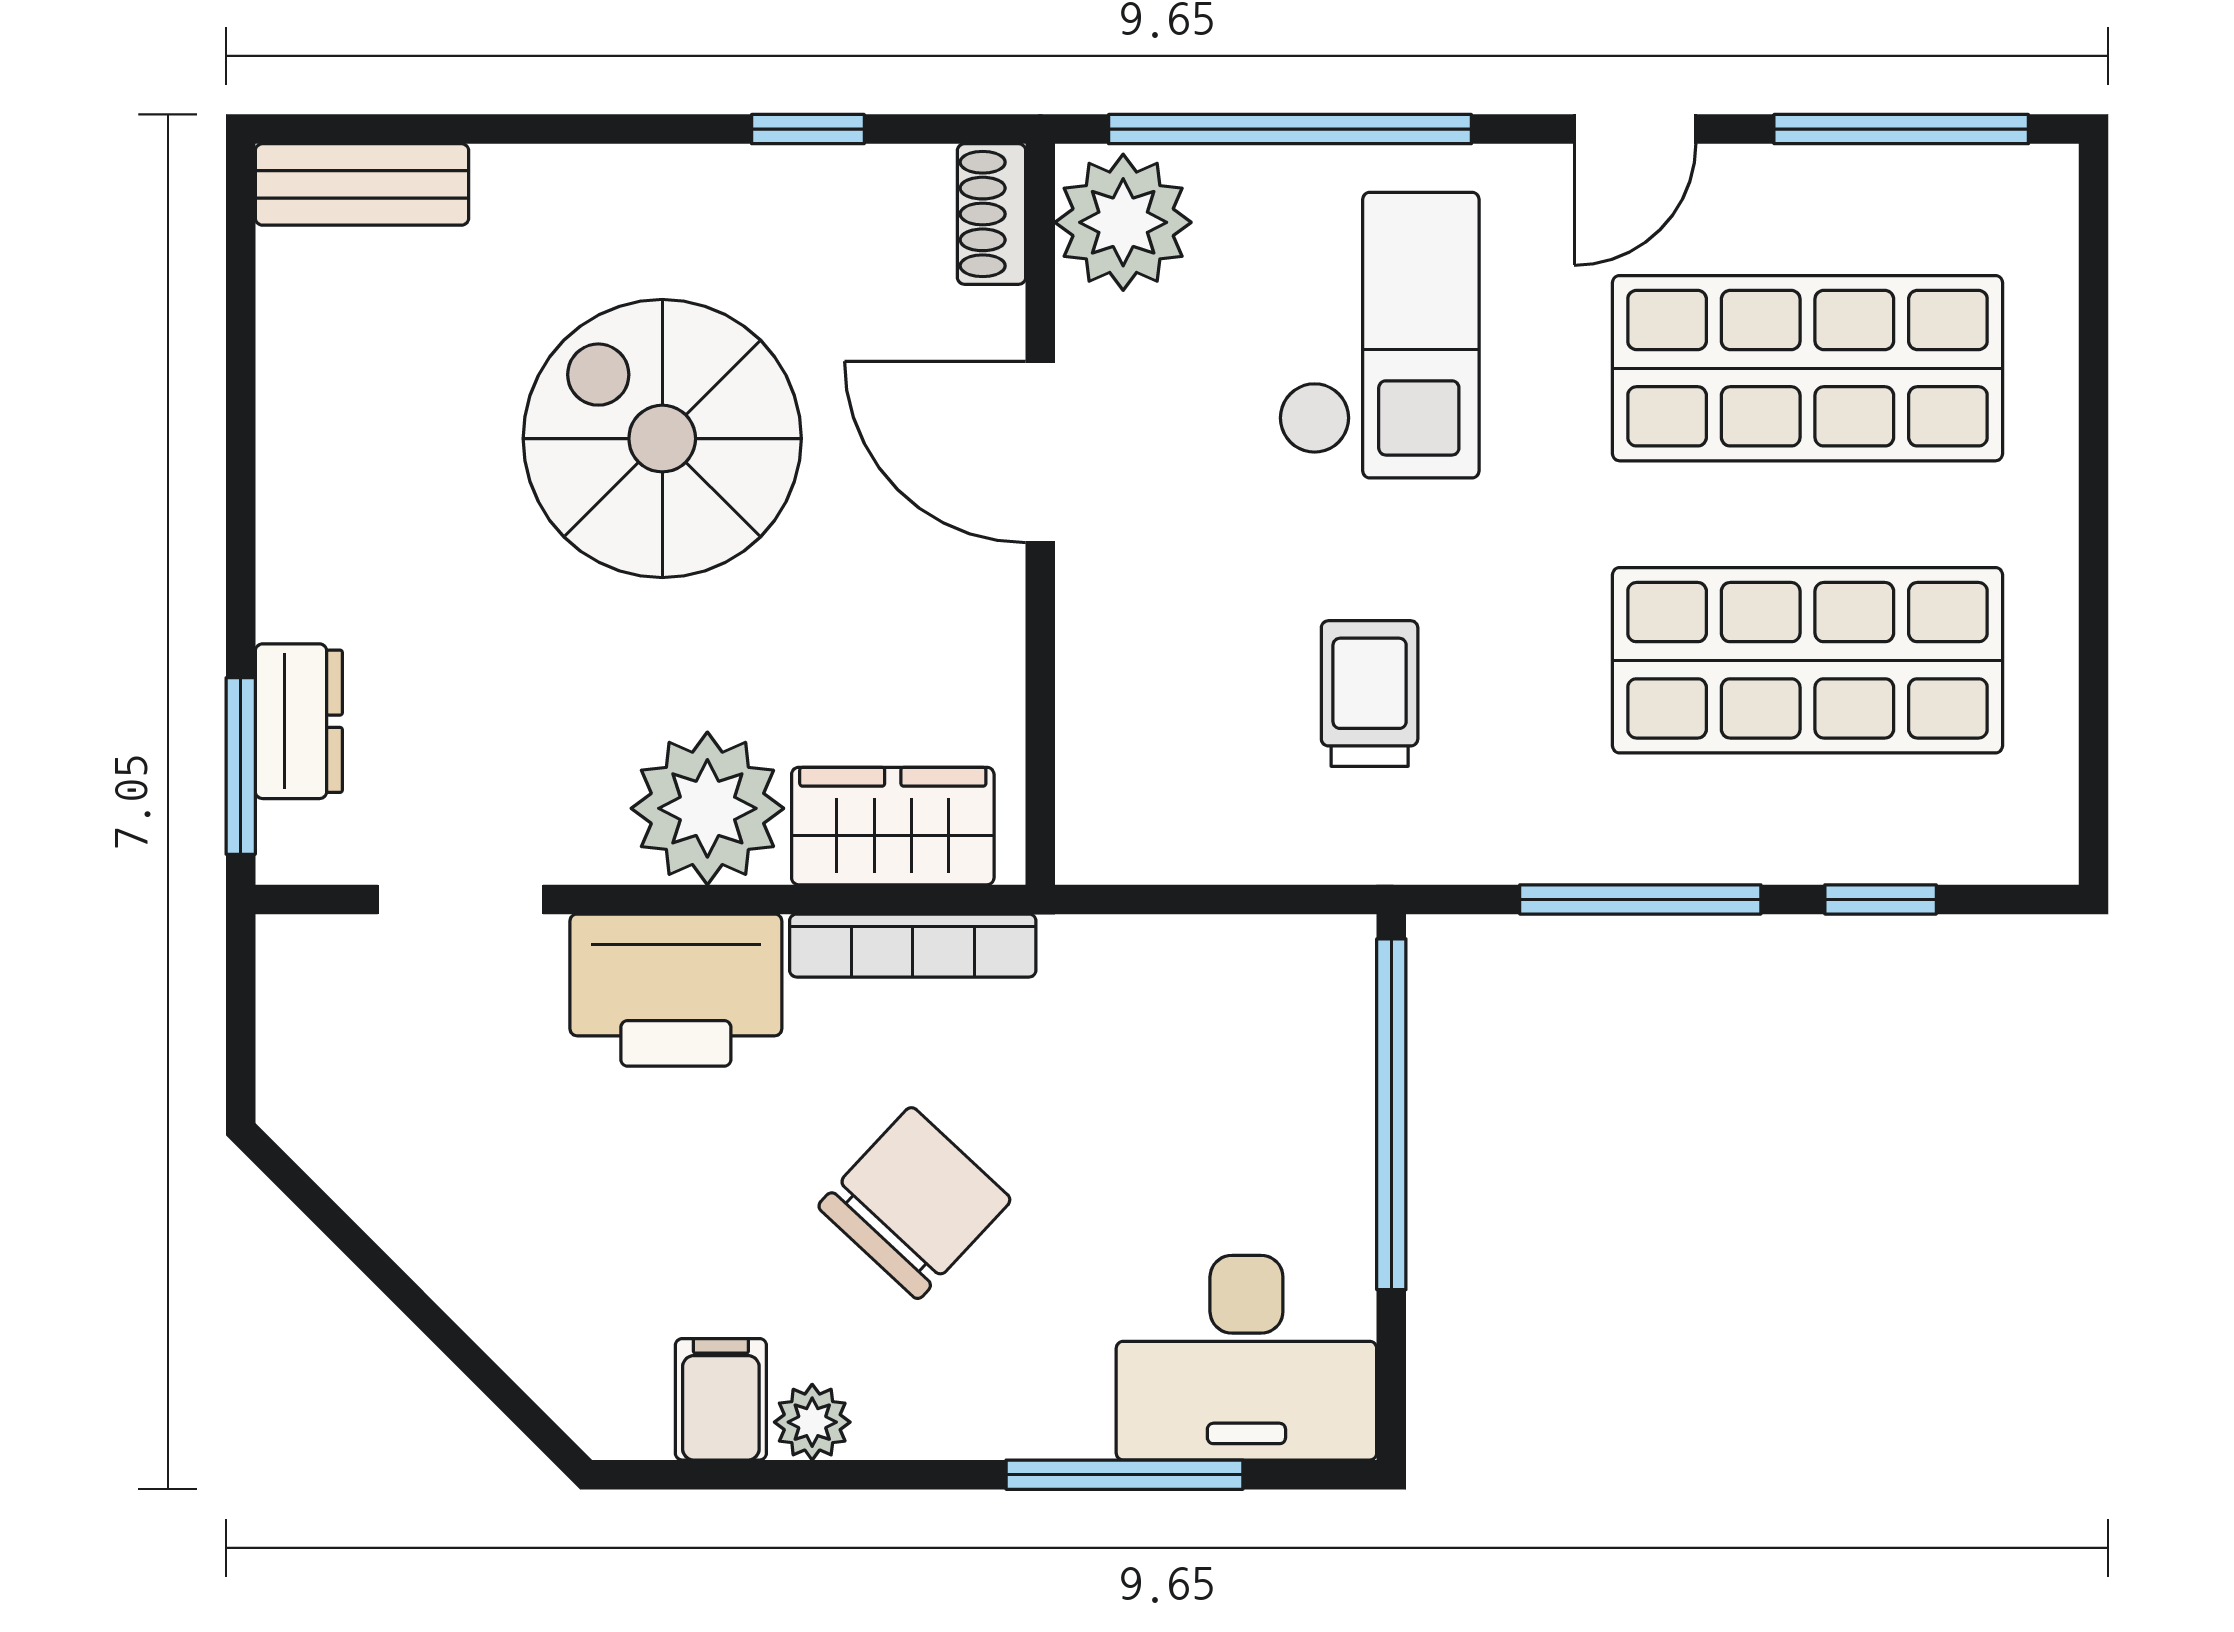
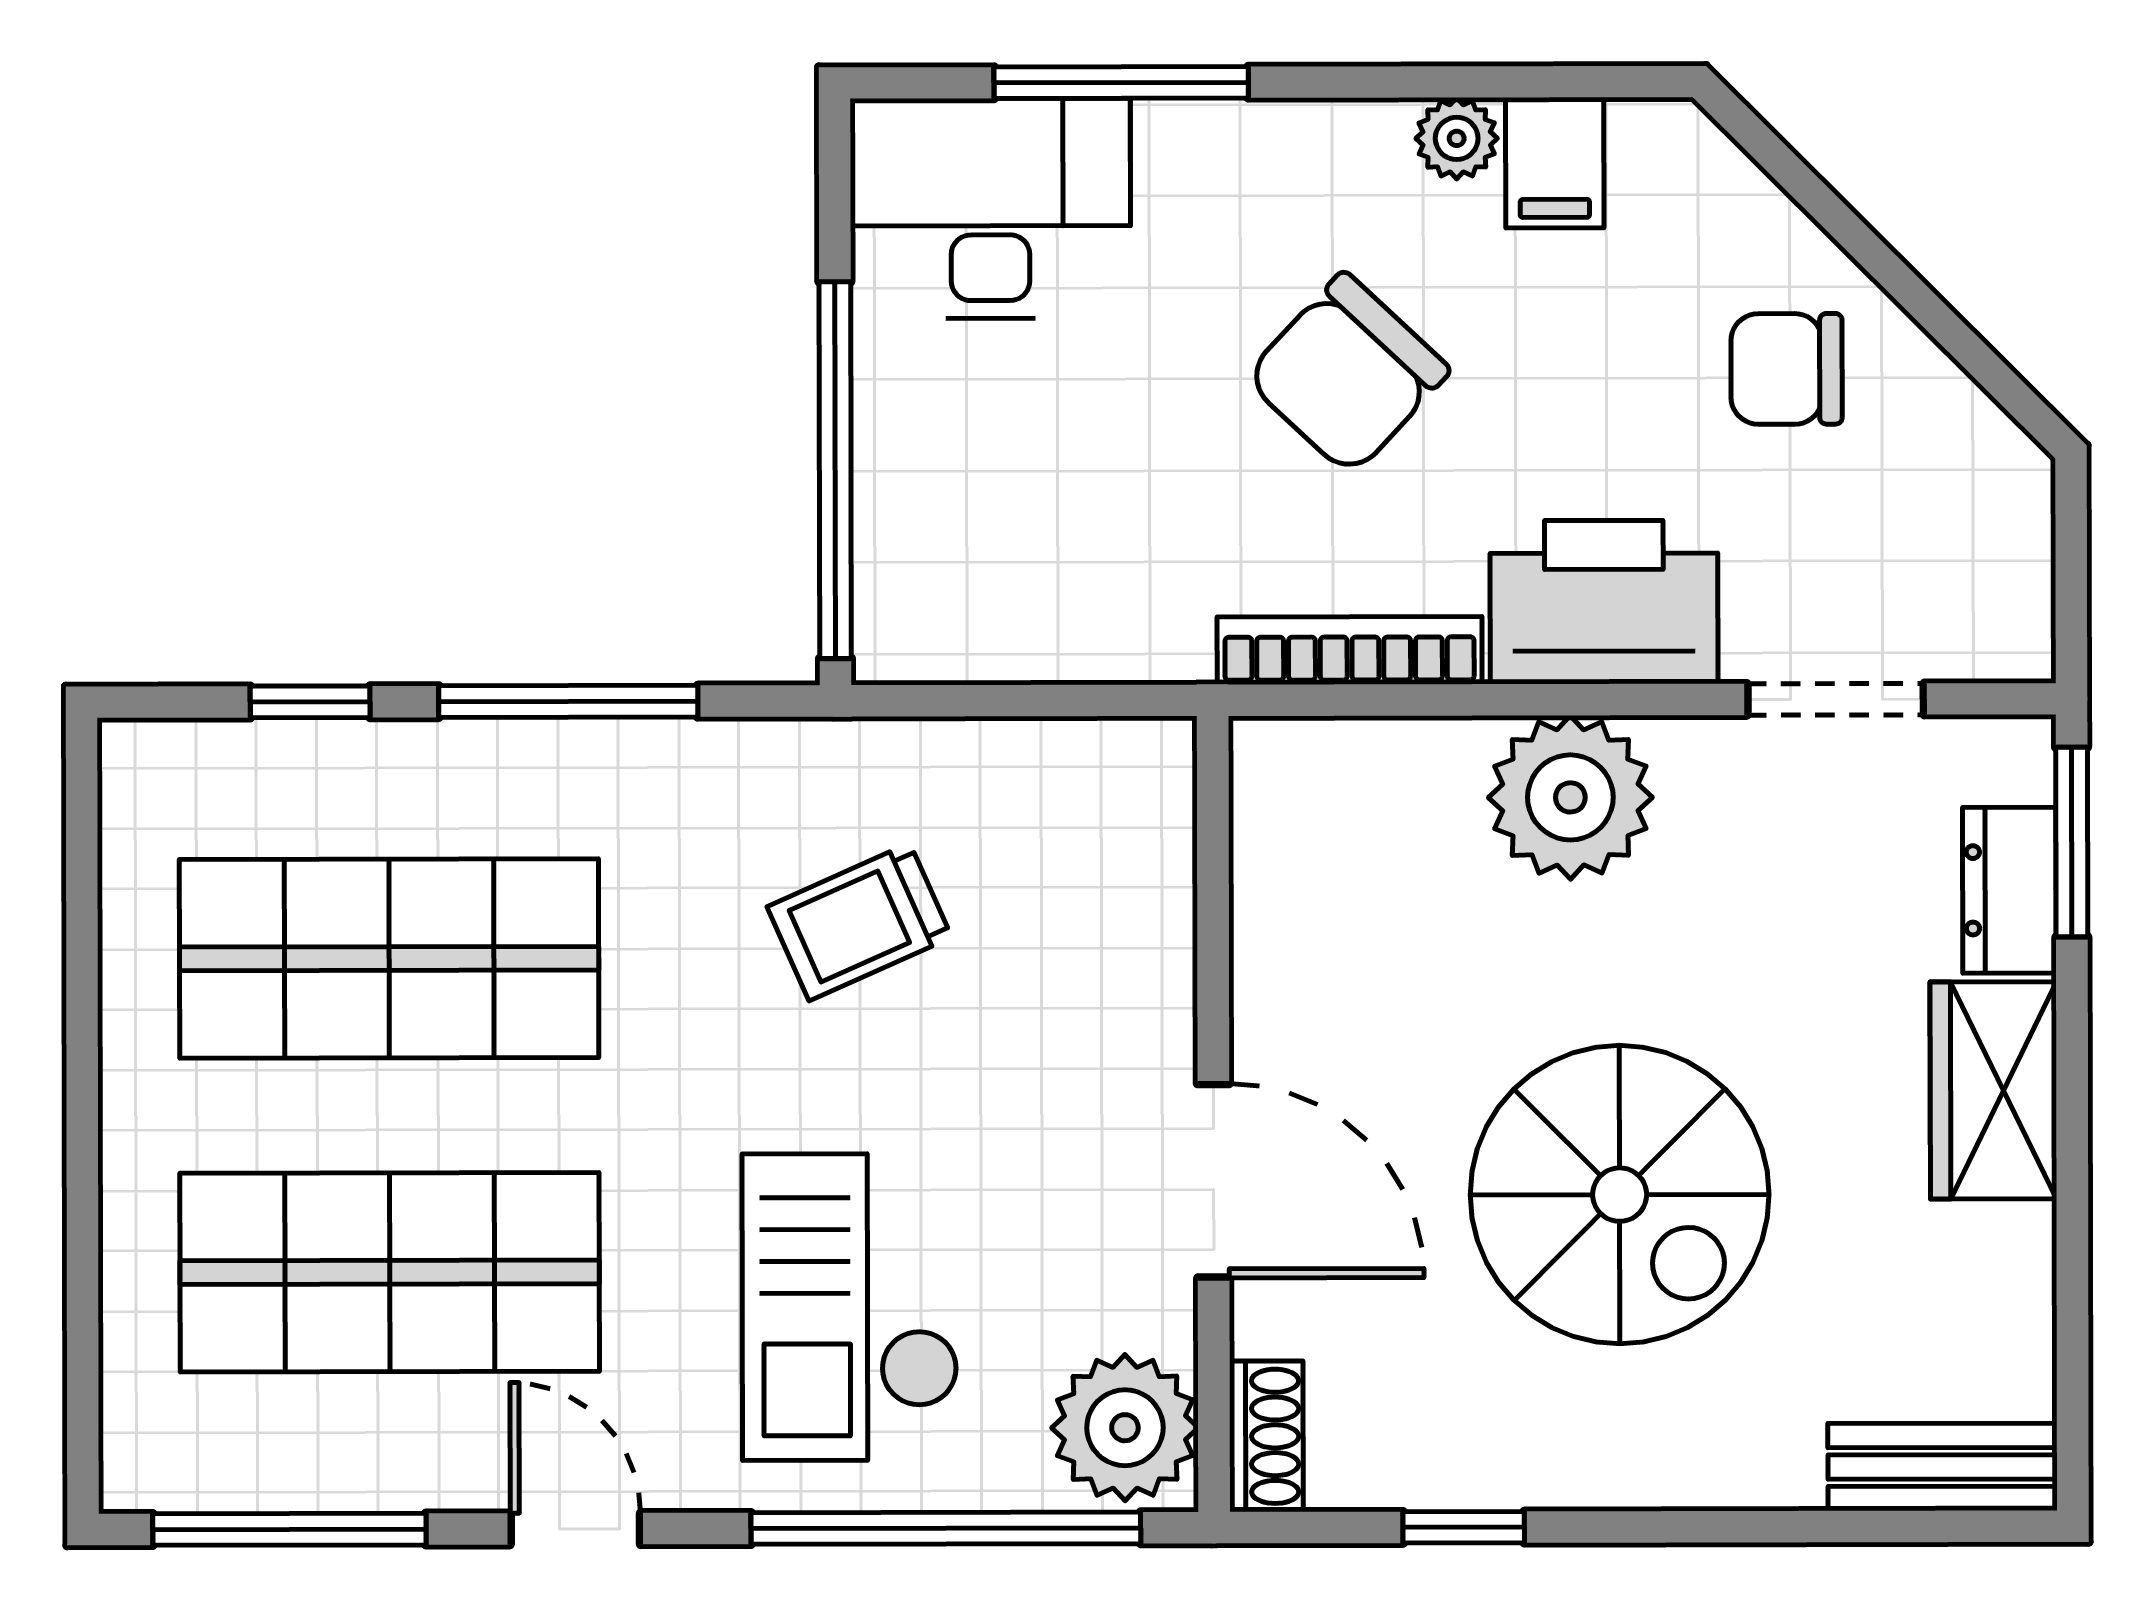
door: (1635, 129) -> (575, 1529), hinge flipped
trolley: (1370, 694) -> (859, 922), turned 66
wardrobe: (893, 826) -> (1993, 1090), moved, turned 90
chair: (505, 1207) -> (1787, 369), added

